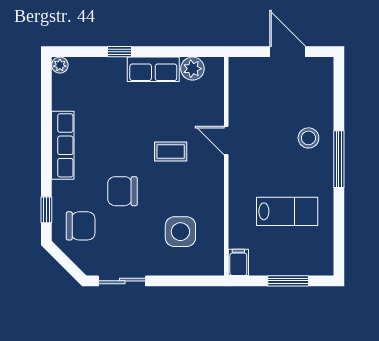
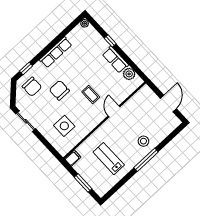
lab bench: (287, 211) -> (109, 159), turned 180

